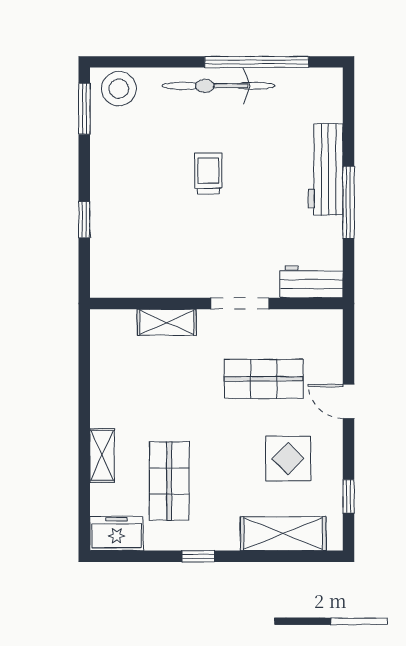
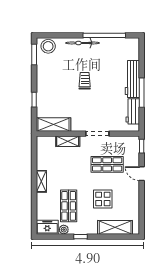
bicycle: (218, 86) -> (83, 43), width x0.73, depth x0.71
shelving: (132, 281) -> (54, 125), added
workbench: (311, 282) -> (133, 111), moved, turned -90
shelving: (102, 456) -> (41, 181), moved
display table: (288, 459) -> (103, 199), moved
window: (348, 496) -> (142, 146), moved
plant: (157, 539) -> (64, 230), added

